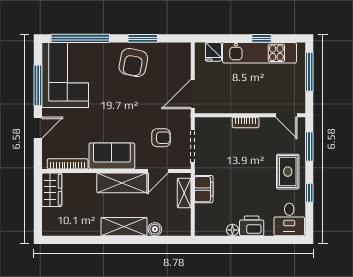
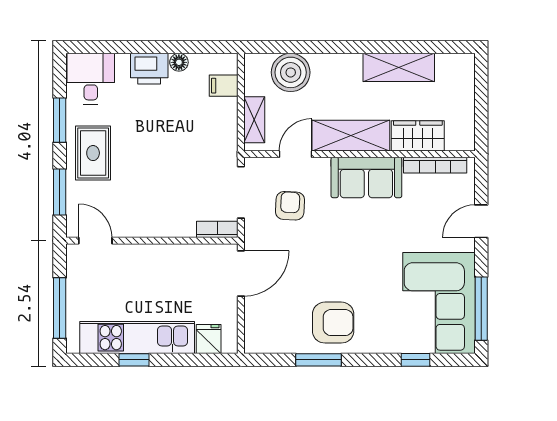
window: (80, 38) -> (416, 360), width x0.32
armchair: (133, 62) -> (333, 323), turned 79
window: (38, 85) -> (481, 309), moved
bookcase: (246, 122) -> (217, 229), moved
armchair: (161, 138) -> (290, 206), turned 93
filing cabinet: (204, 189) -> (224, 86), moved, width x0.50
wardrobe: (52, 190) -> (418, 136), moved, turned 90
window: (309, 193) -> (60, 120), width x1.50
shelving: (124, 227) -> (399, 67), moved
boiler: (155, 229) -> (291, 72), width x1.86, depth x1.86

